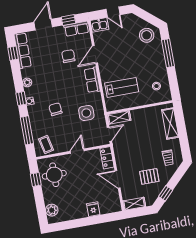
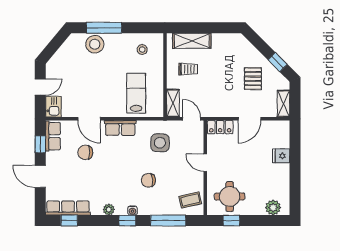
stool: (147, 35) -> (95, 44), moved
trolley: (168, 158) -> (188, 69), moved

